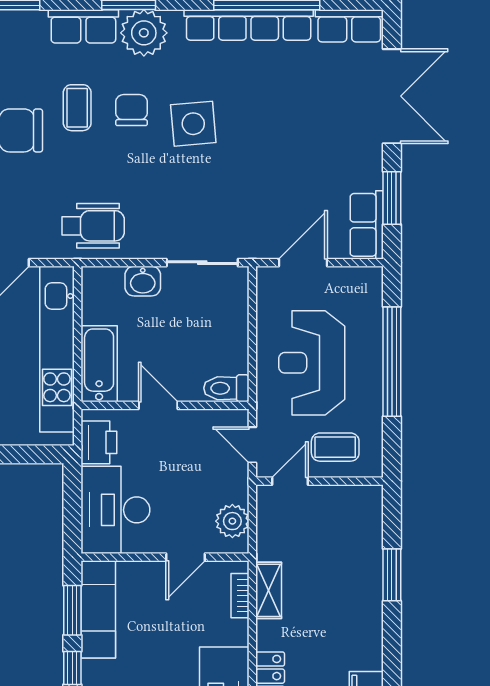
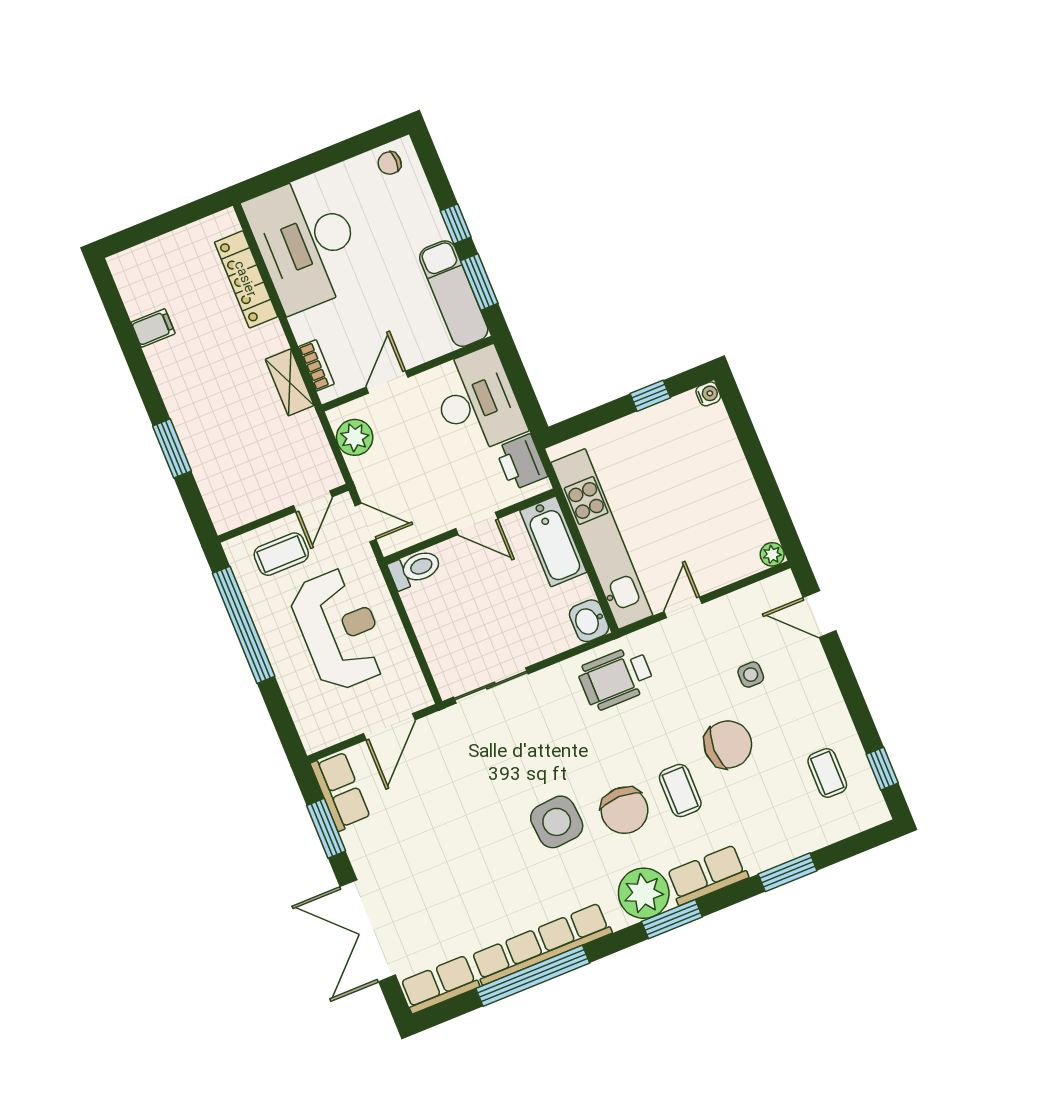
chair: (131, 110) -> (624, 810), width x1.37, depth x1.37
washbasin: (143, 281) -> (589, 621), moved, turned -90
window: (392, 362) -> (244, 625), moved

